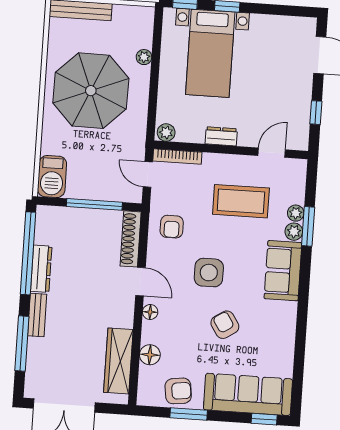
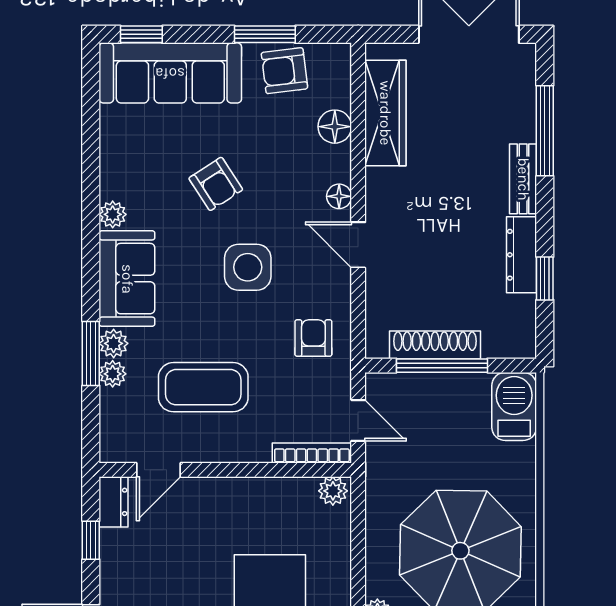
dresser: (221, 136) -> (114, 502), moved, turned -90
shoe rack: (131, 239) -> (435, 345), moved, turned -90
window: (28, 253) -> (545, 278), width x0.32
plant: (289, 310) -> (113, 214), added

